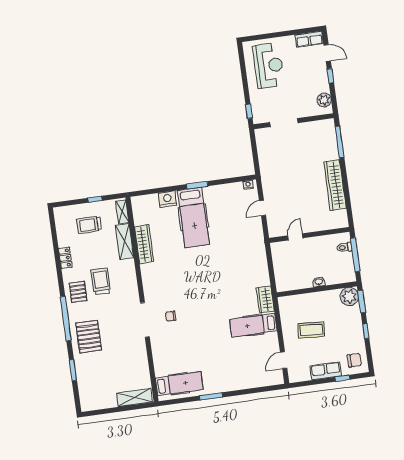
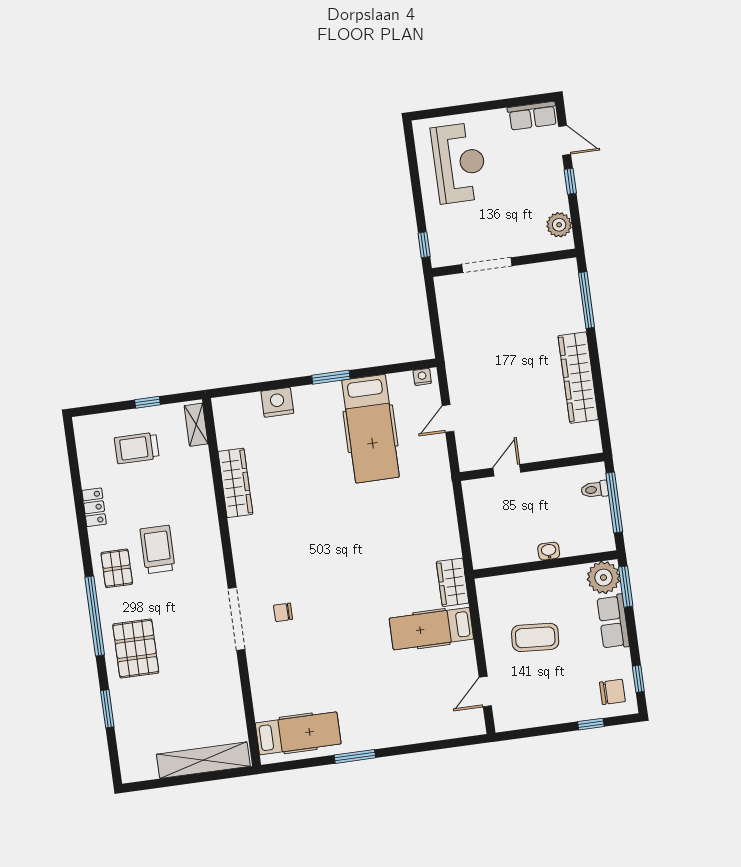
hospital bed: (193, 217) -> (370, 429), moved
shelving: (125, 241) -> (200, 478), removed
window: (366, 331) -> (638, 679), moved
row of seats: (326, 371) -> (613, 622), moved, turned -90
shelving: (135, 398) -> (203, 760), width x1.47

